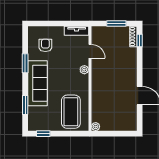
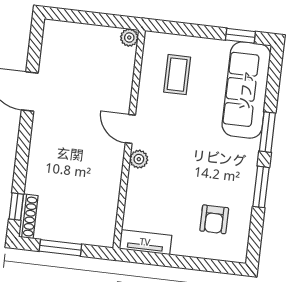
door: (90, 51) -> (130, 129), moved
sofa: (37, 83) -> (246, 90), moved
window: (25, 105) -> (267, 132), moved
coffee table: (71, 112) -> (177, 75), width x0.54, depth x0.58

